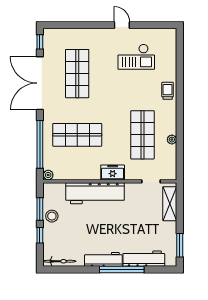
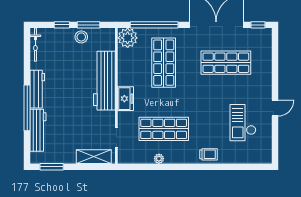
plant: (48, 175) -> (128, 38), width x1.88, depth x1.88

